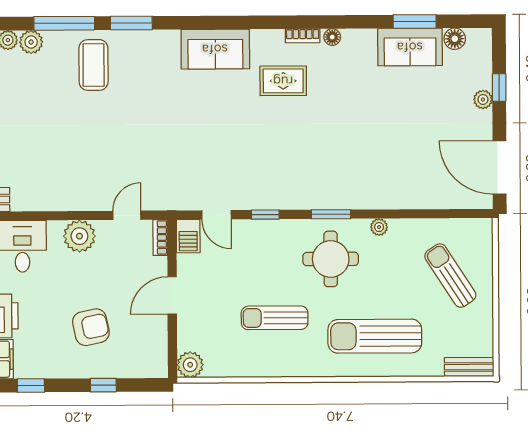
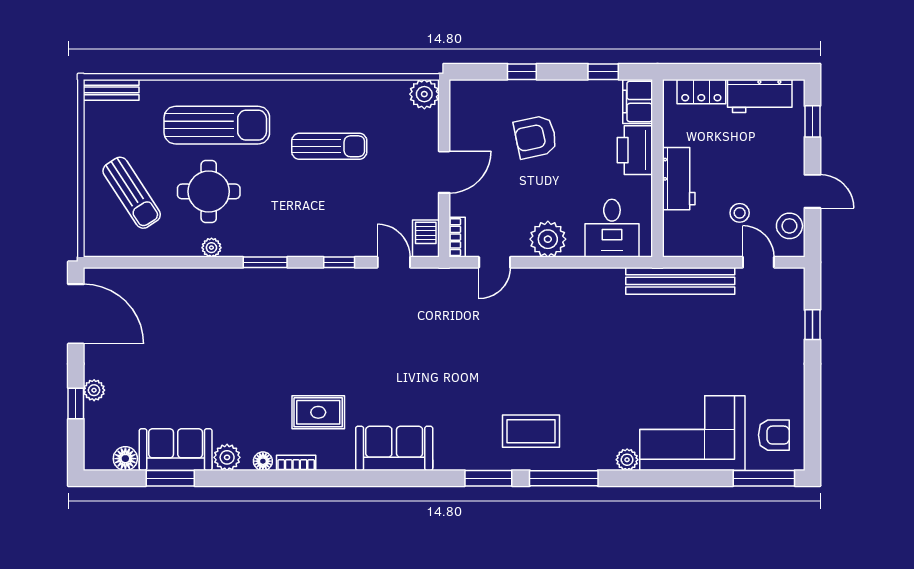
plant: (31, 42) -> (227, 457), moved
coffee table: (94, 65) -> (531, 431), turned 90
round table: (331, 259) -> (209, 191), moved

